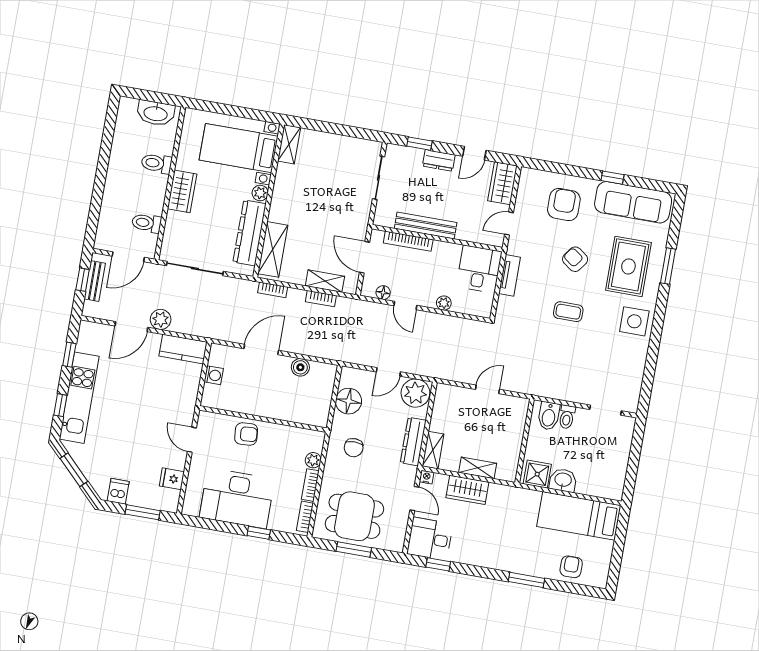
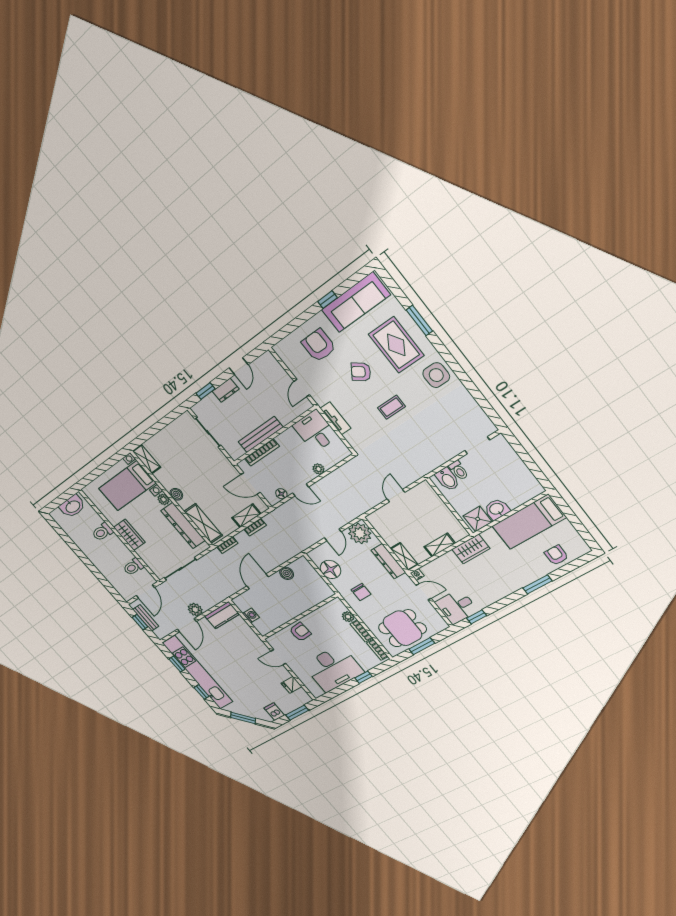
wardrobe: (502, 183) -> (272, 368), removed
boiler: (279, 200) -> (176, 494), added
kitchen unit: (79, 398) -> (197, 672), width x1.36
wardrobe: (467, 490) -> (471, 549), moved

